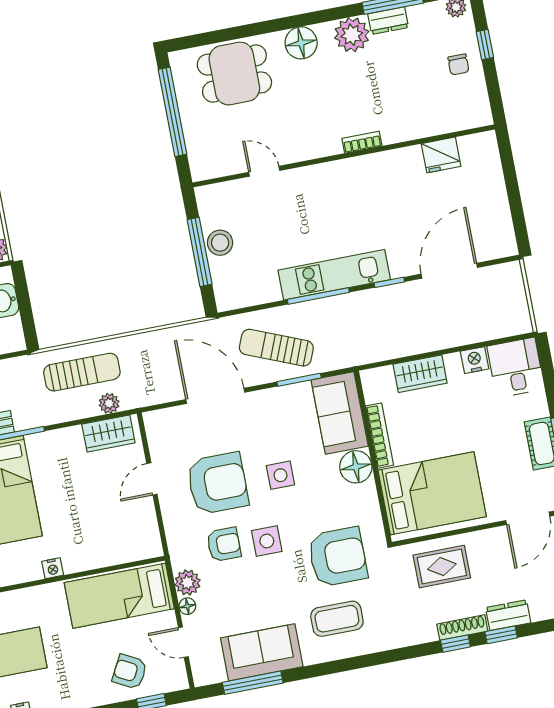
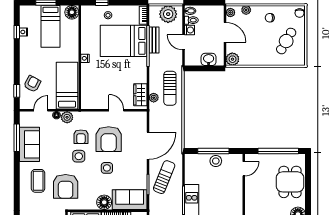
door: (264, 171) -> (244, 169), moved

